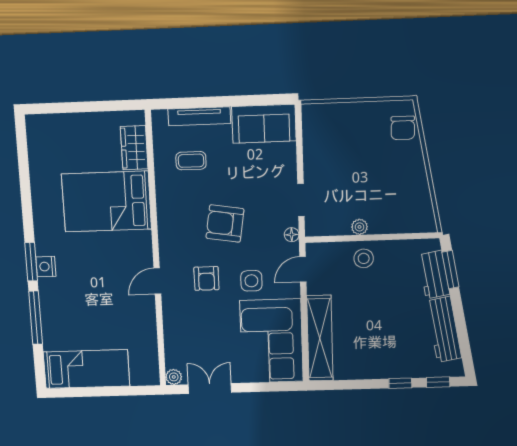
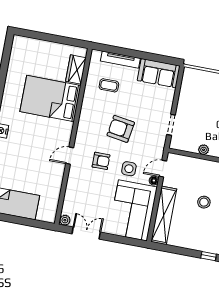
floor lamp: (292, 235) -> (154, 181), moved
stool: (364, 258) -> (204, 202), moved
armchair: (206, 278) -> (101, 161), turned -90

